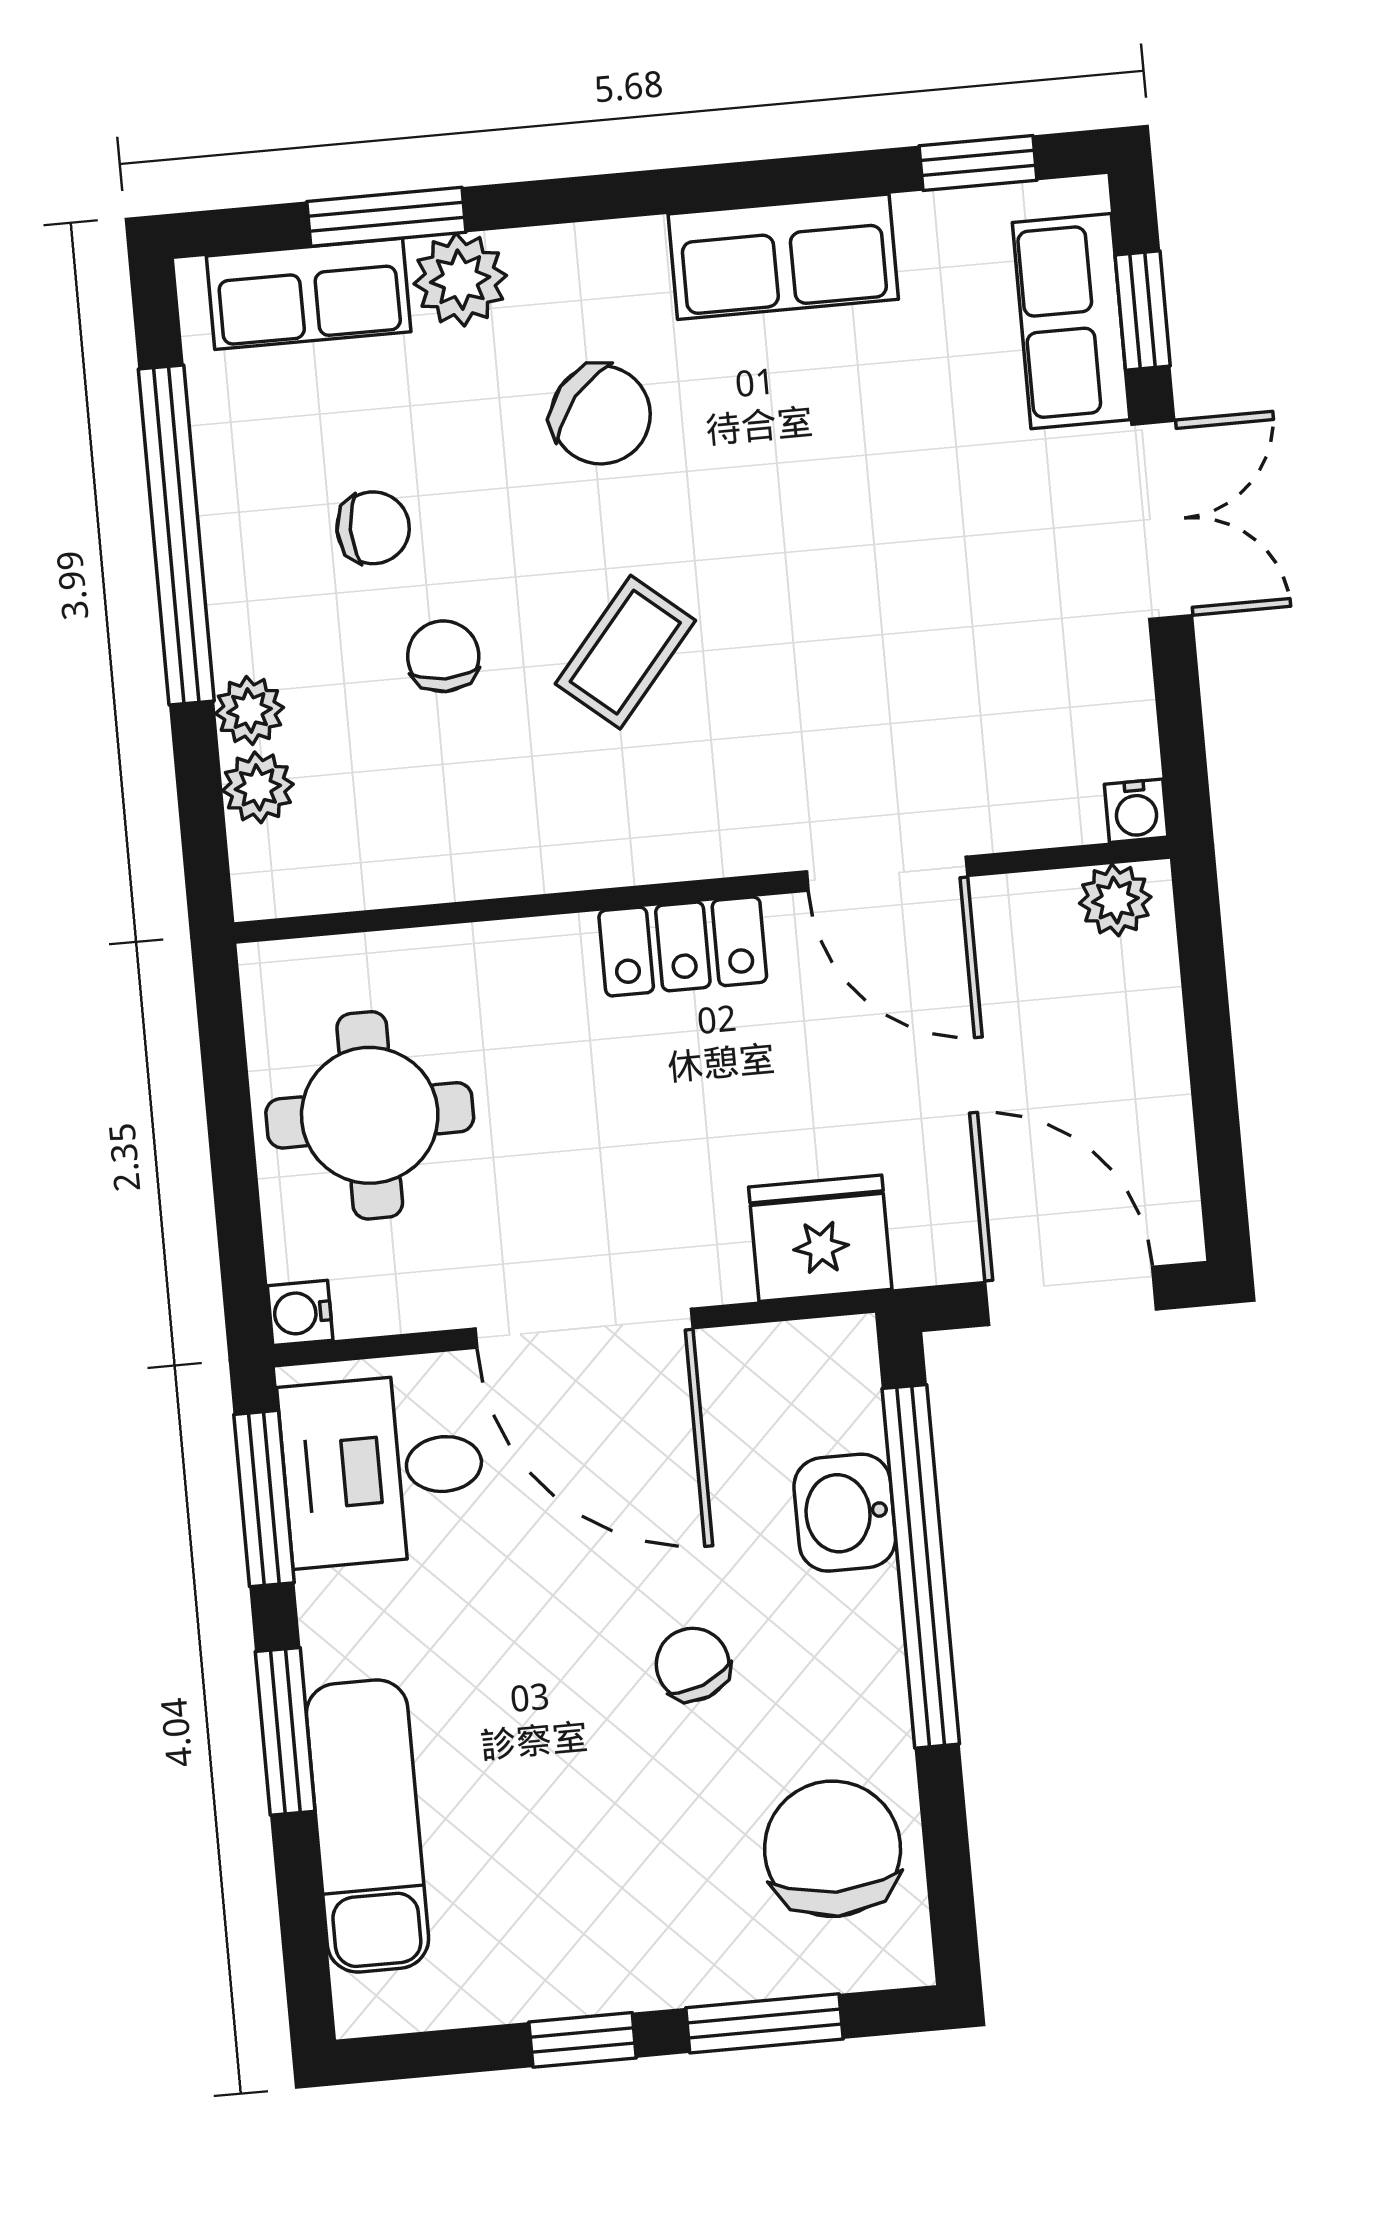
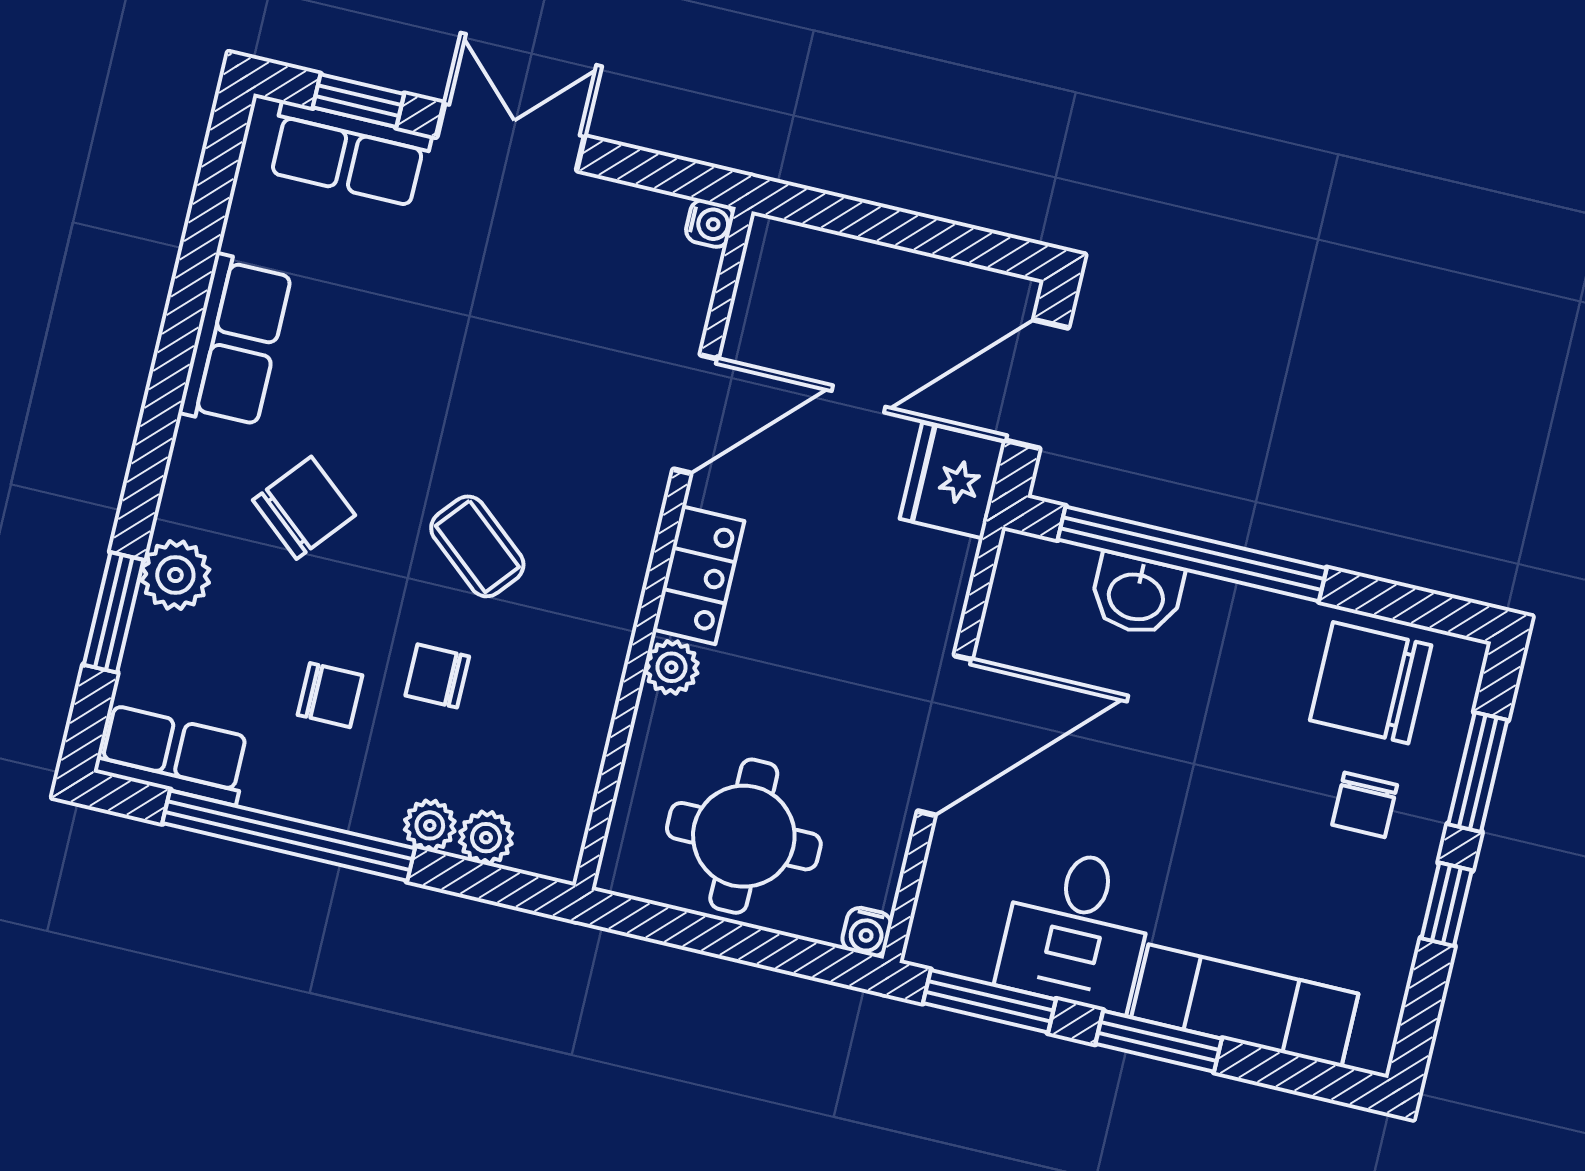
window: (978, 163) -> (215, 182), removed
row of seats: (309, 294) -> (173, 755), moved, turned -90
chair: (373, 528) -> (330, 695), turned 90
plant: (1115, 900) -> (671, 667), moved
fridge: (820, 1238) -> (953, 480), moved
desk: (383, 1470) -> (1077, 929), moved
chair: (693, 1664) -> (1365, 805), moved, turned -68

